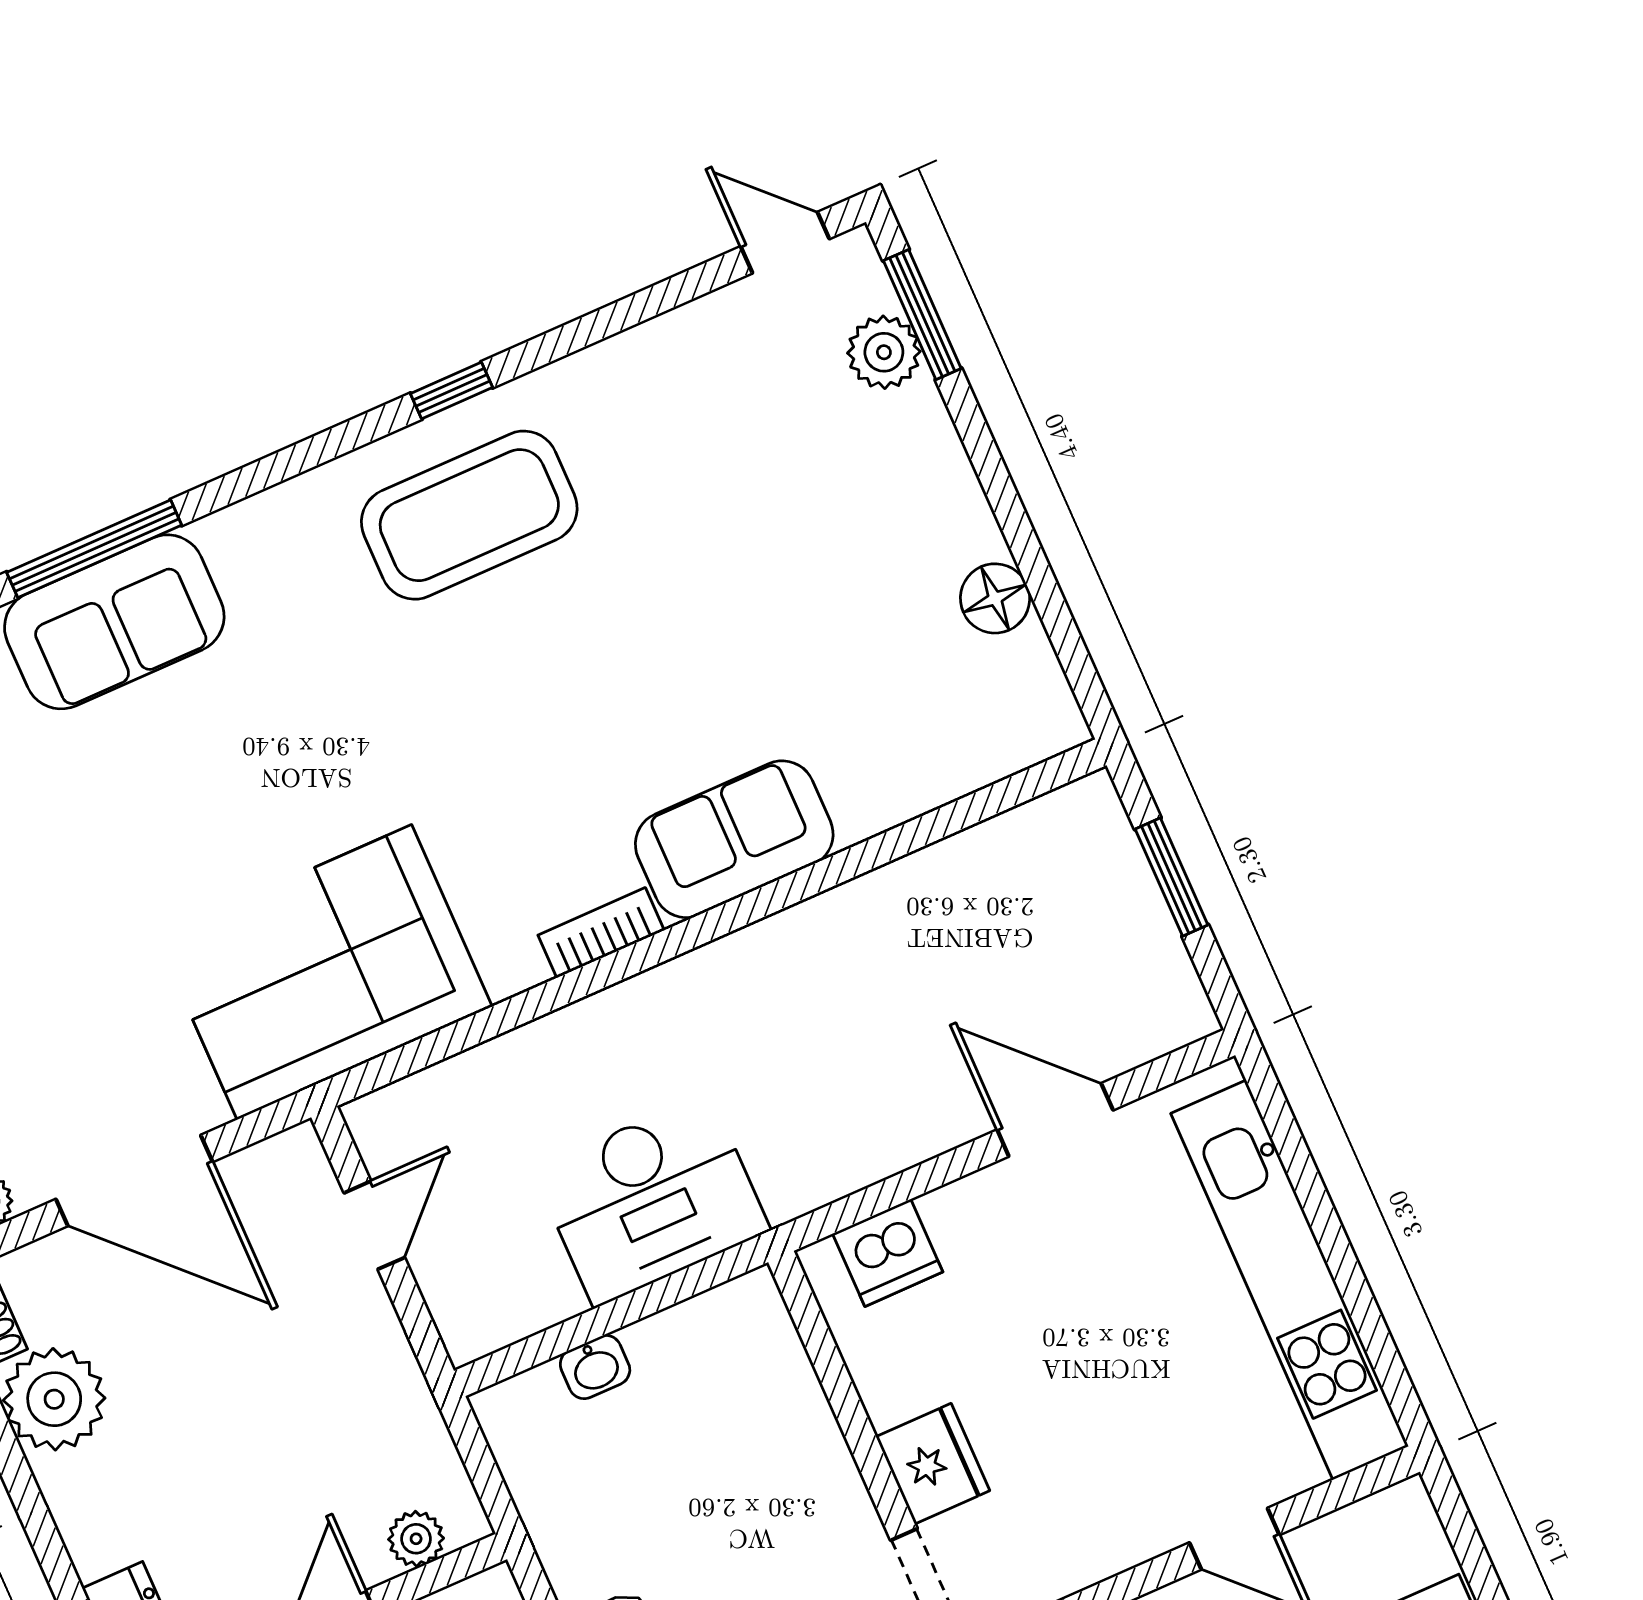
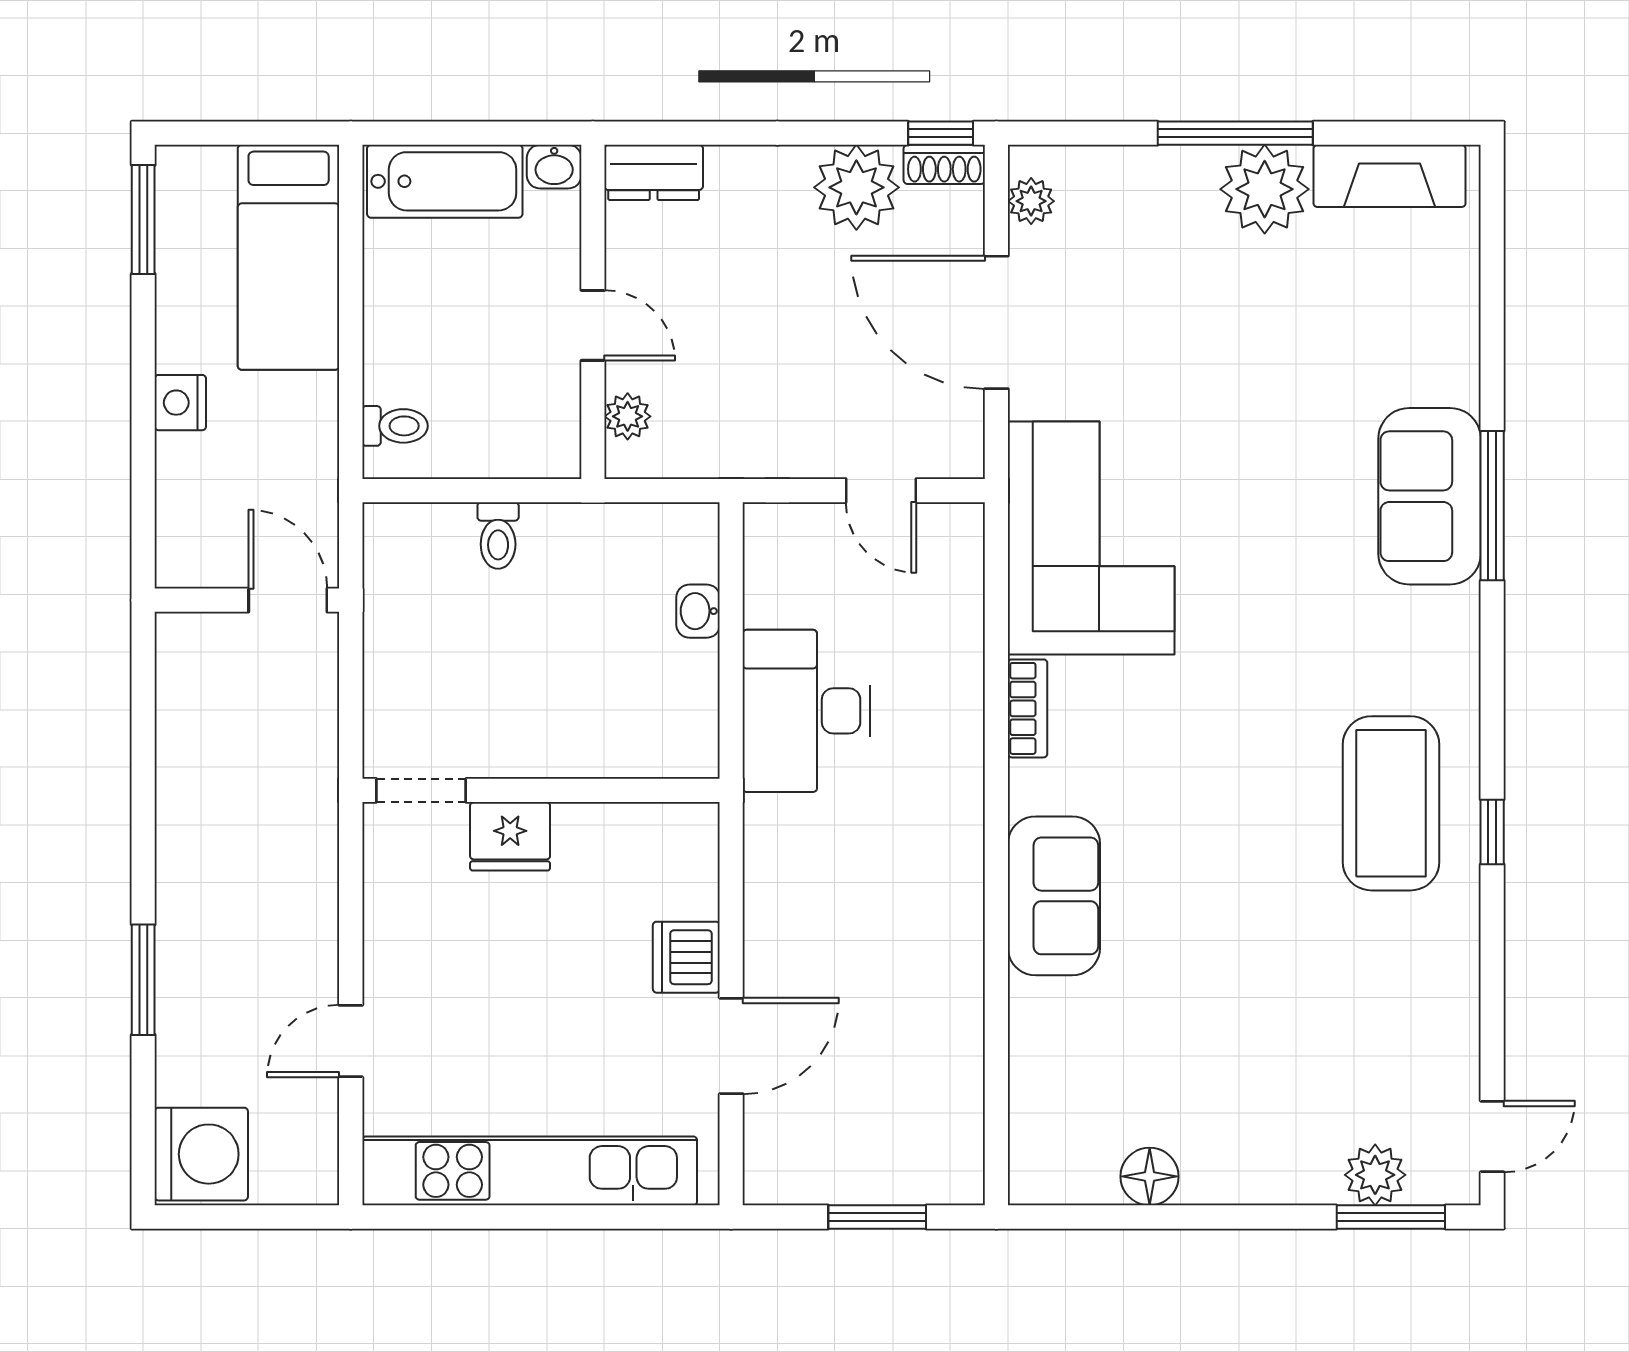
bookcase: (601, 933) -> (1028, 708), moved
door: (134, 1180) -> (996, 322), hinge flipped
dishwasher: (888, 1253) -> (686, 957), moved

